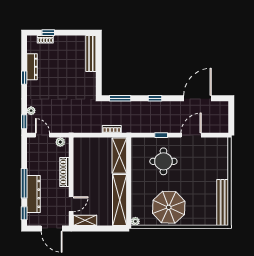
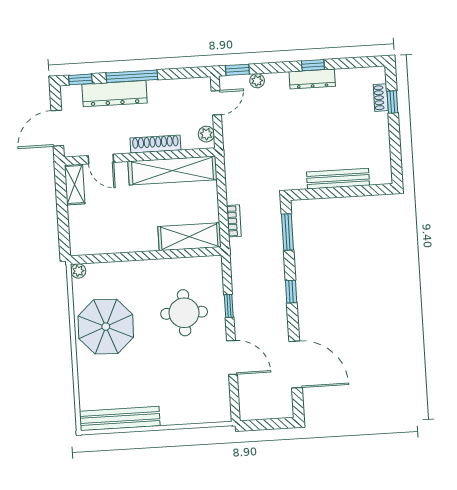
bench: (91, 54) -> (338, 179), moved
dresser: (32, 67) -> (312, 79), moved
shelving: (120, 200) -> (173, 170), moved

